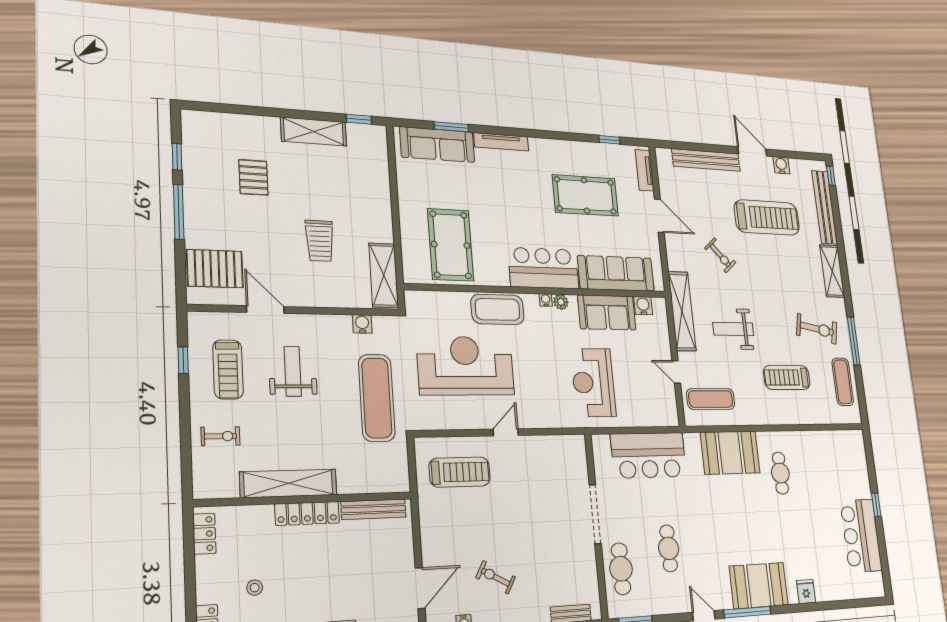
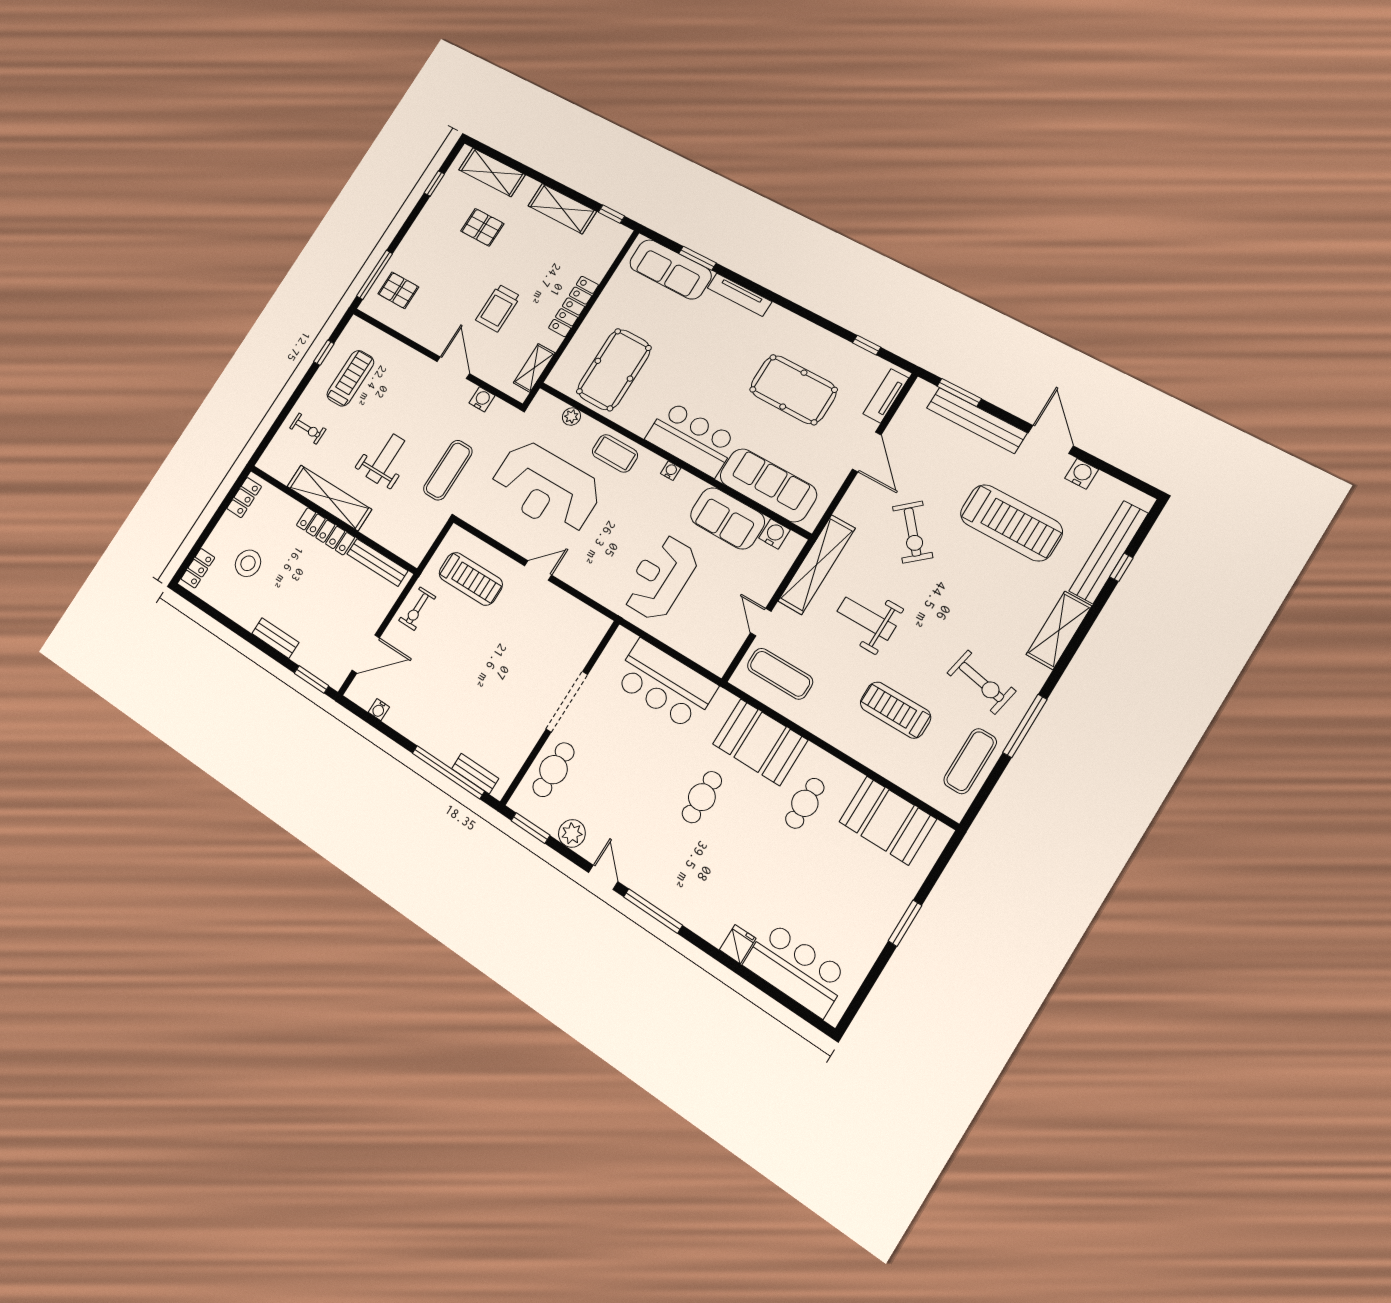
shelving: (226, 125) -> (492, 172), added
window: (685, 146) -> (959, 392), added
window: (831, 176) -> (1121, 567), moved
pallet: (253, 177) -> (482, 227), turned 90
locker: (382, 209) -> (574, 306), added
window: (179, 212) -> (375, 275), moved
exercise bike: (720, 255) -> (913, 532), width x1.38, depth x1.39
pallet: (215, 269) -> (398, 290), width x0.67, depth x0.71
shelving: (384, 275) -> (534, 368), width x0.67, depth x0.75
plant: (561, 302) -> (571, 416), moved
door: (265, 309) -> (453, 368), moved
coffee table: (498, 309) -> (615, 453), width x0.73, depth x0.76
reception desk: (466, 366) -> (546, 488), turned 180
treadmill: (228, 369) -> (350, 378), turned 180
weight bench: (293, 371) -> (385, 459), moved
exercise mat: (377, 398) -> (448, 470), width x0.73, depth x0.69
window: (876, 505) -> (905, 923), width x1.50
bar counter: (861, 536) -> (796, 969), moved, turned 90
cafe table: (669, 548) -> (702, 797), moved
exercise bike: (496, 577) -> (417, 609), moved, turned -119
booth: (759, 586) -> (888, 820), moved
stool: (255, 588) -> (248, 563), width x1.89, depth x1.89
plant: (664, 603) -> (572, 833), added

